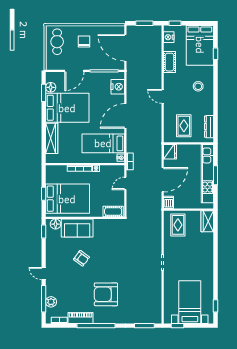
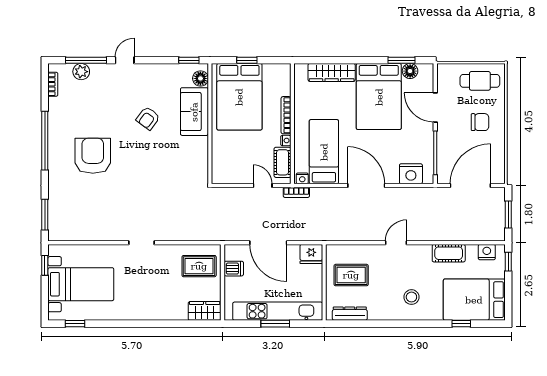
dishwasher: (169, 202) -> (234, 269), moved
cot: (113, 211) -> (283, 162), moved
piano: (80, 318) -> (56, 117), removed

